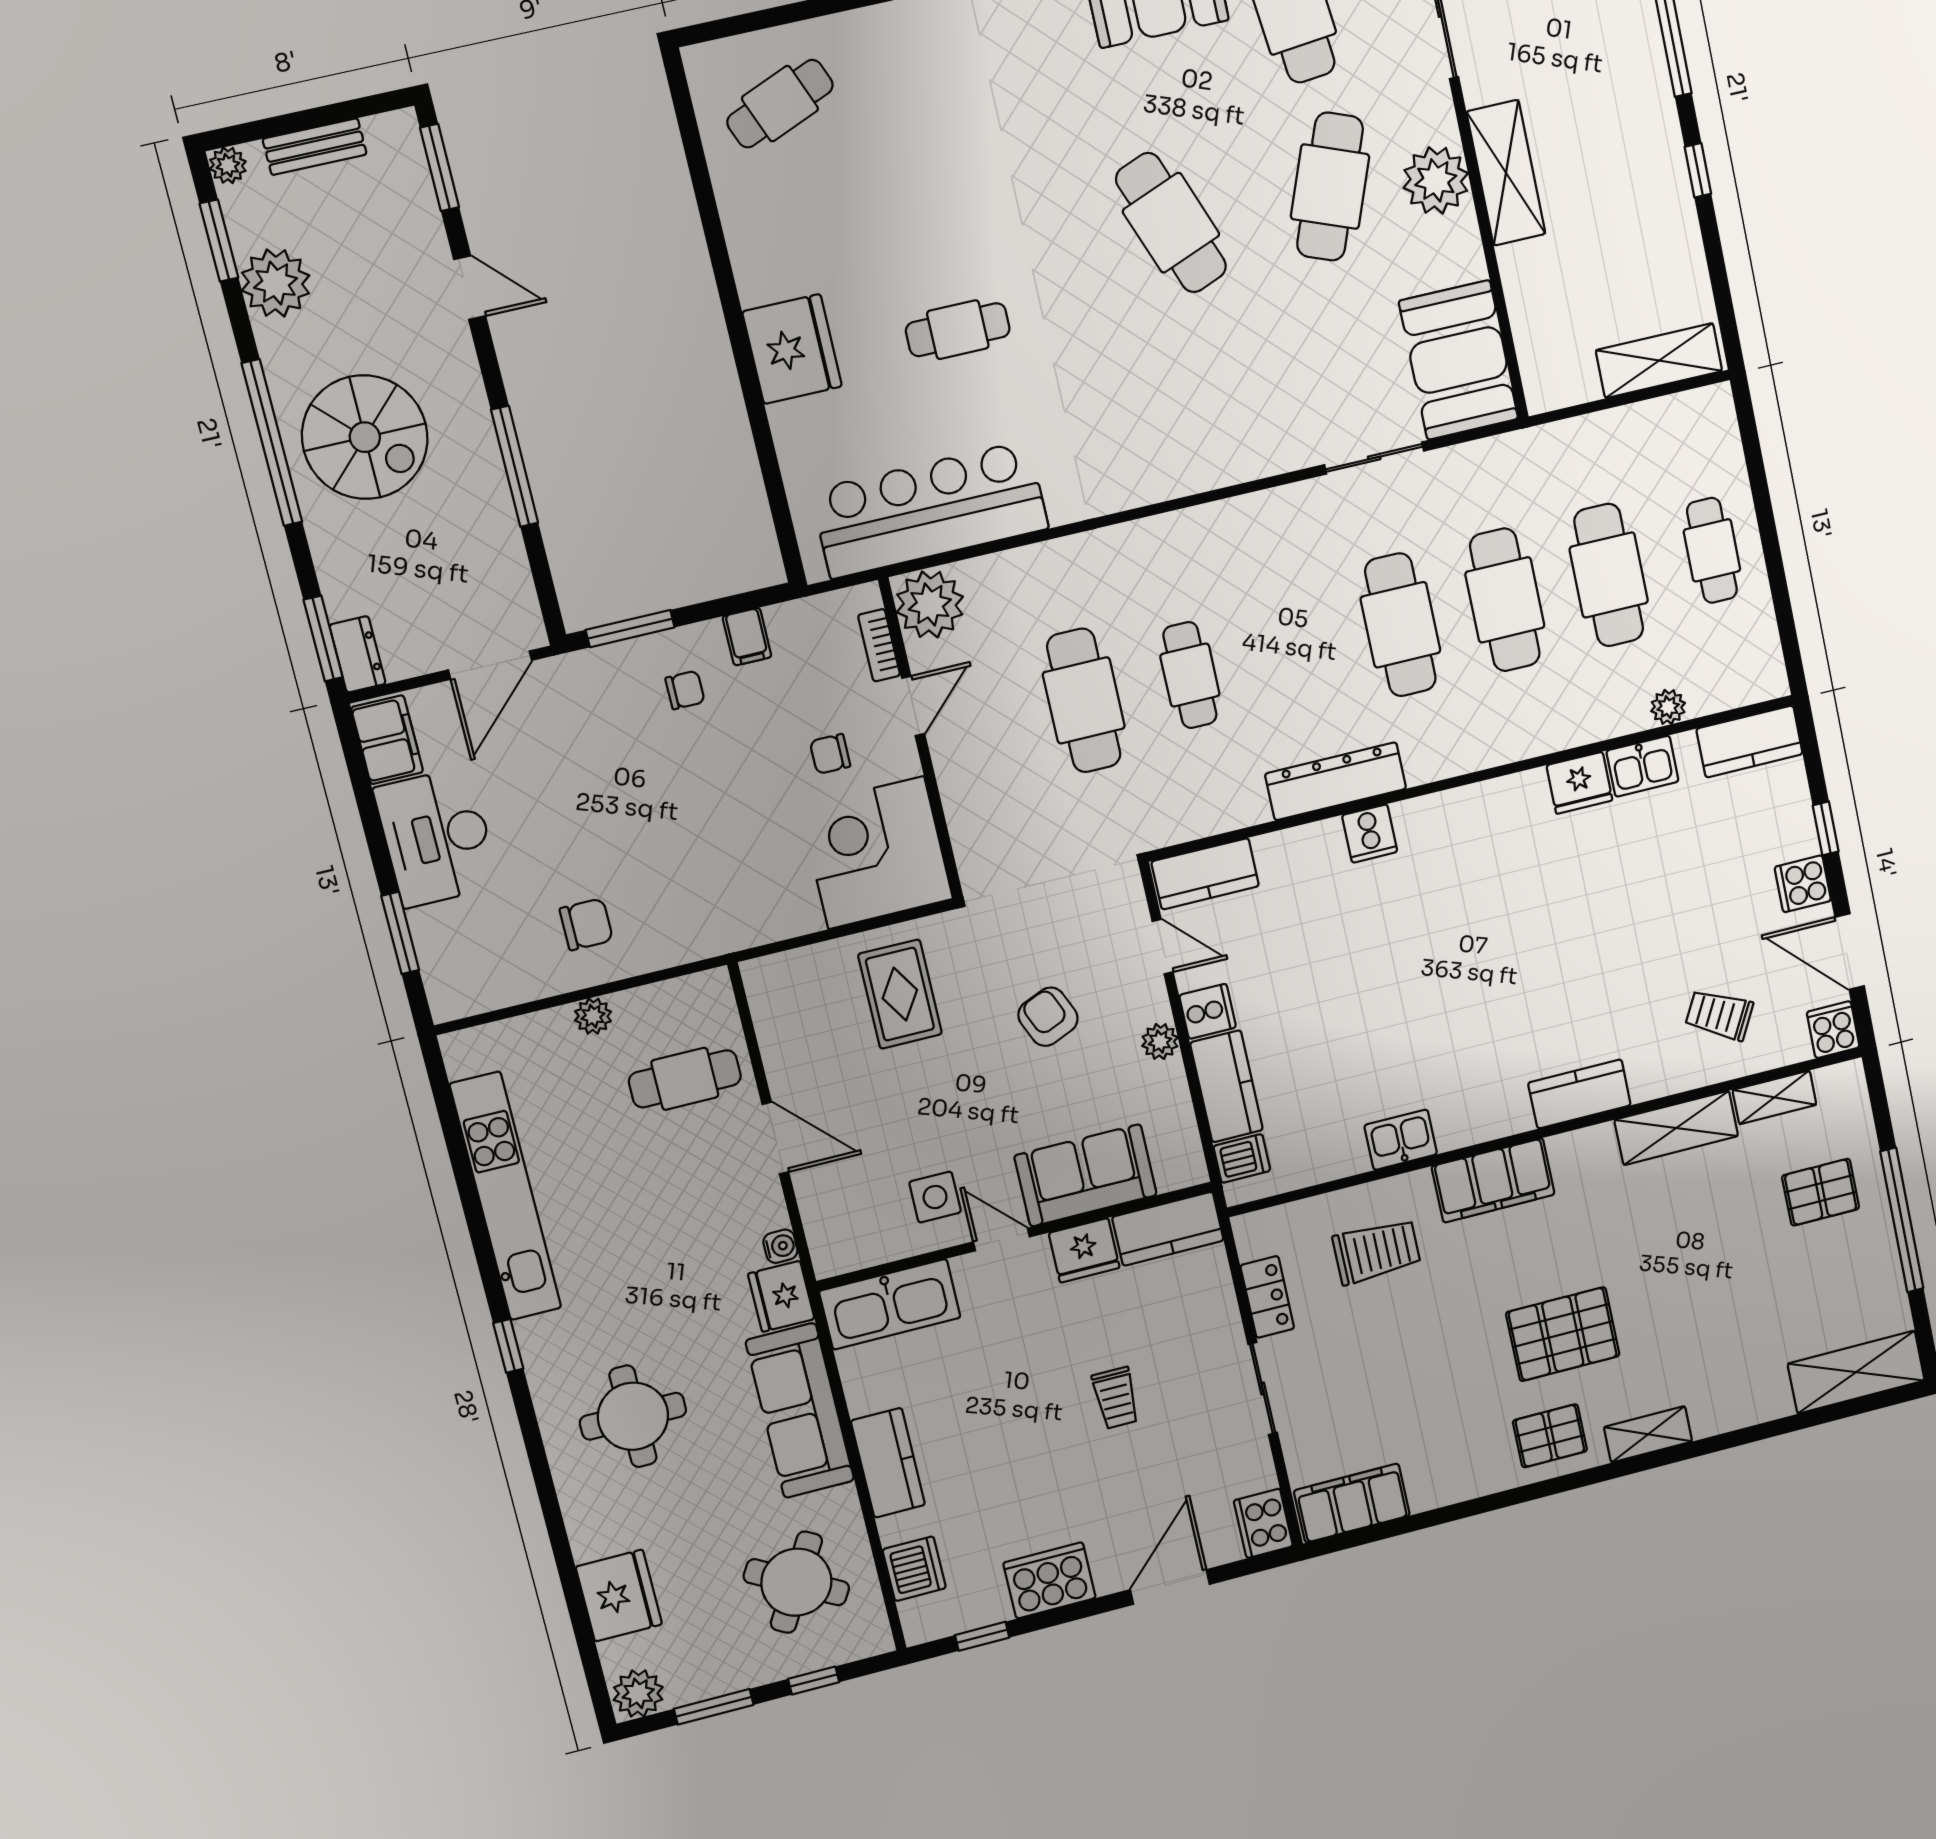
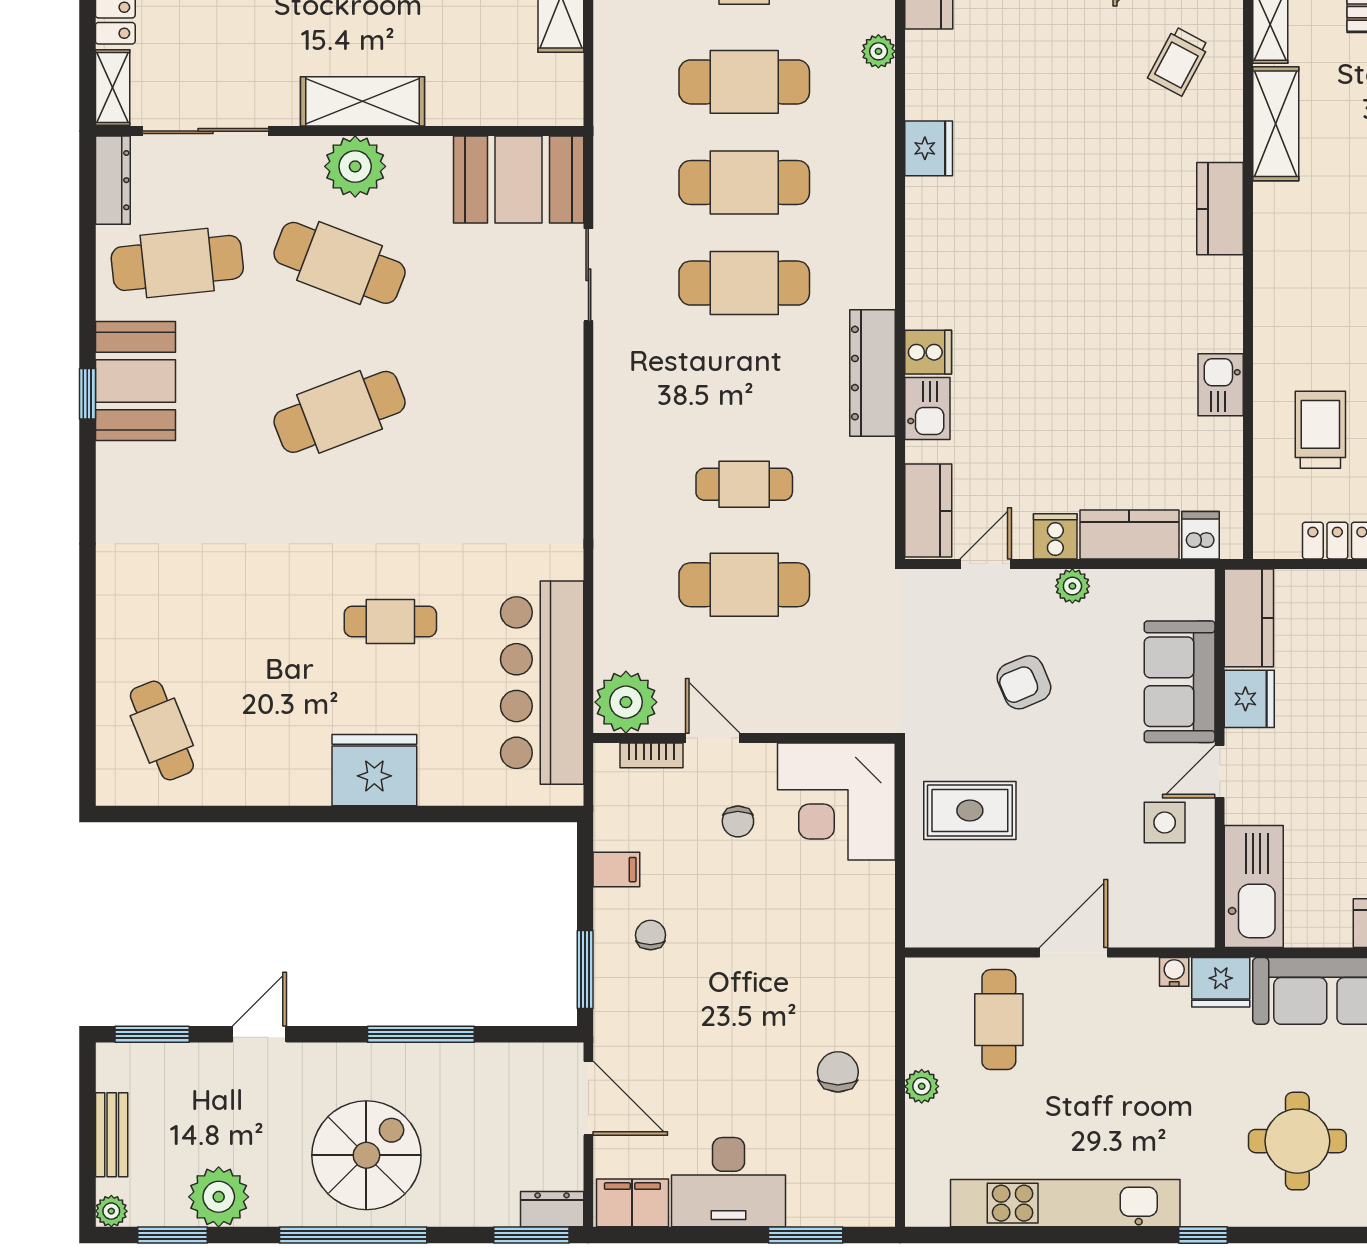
cafe table: (958, 330) -> (390, 621), turned 90
kitchen sink: (1642, 766) -> (927, 409), moved
filing cabinet: (1493, 1180) -> (1281, 307), removed

